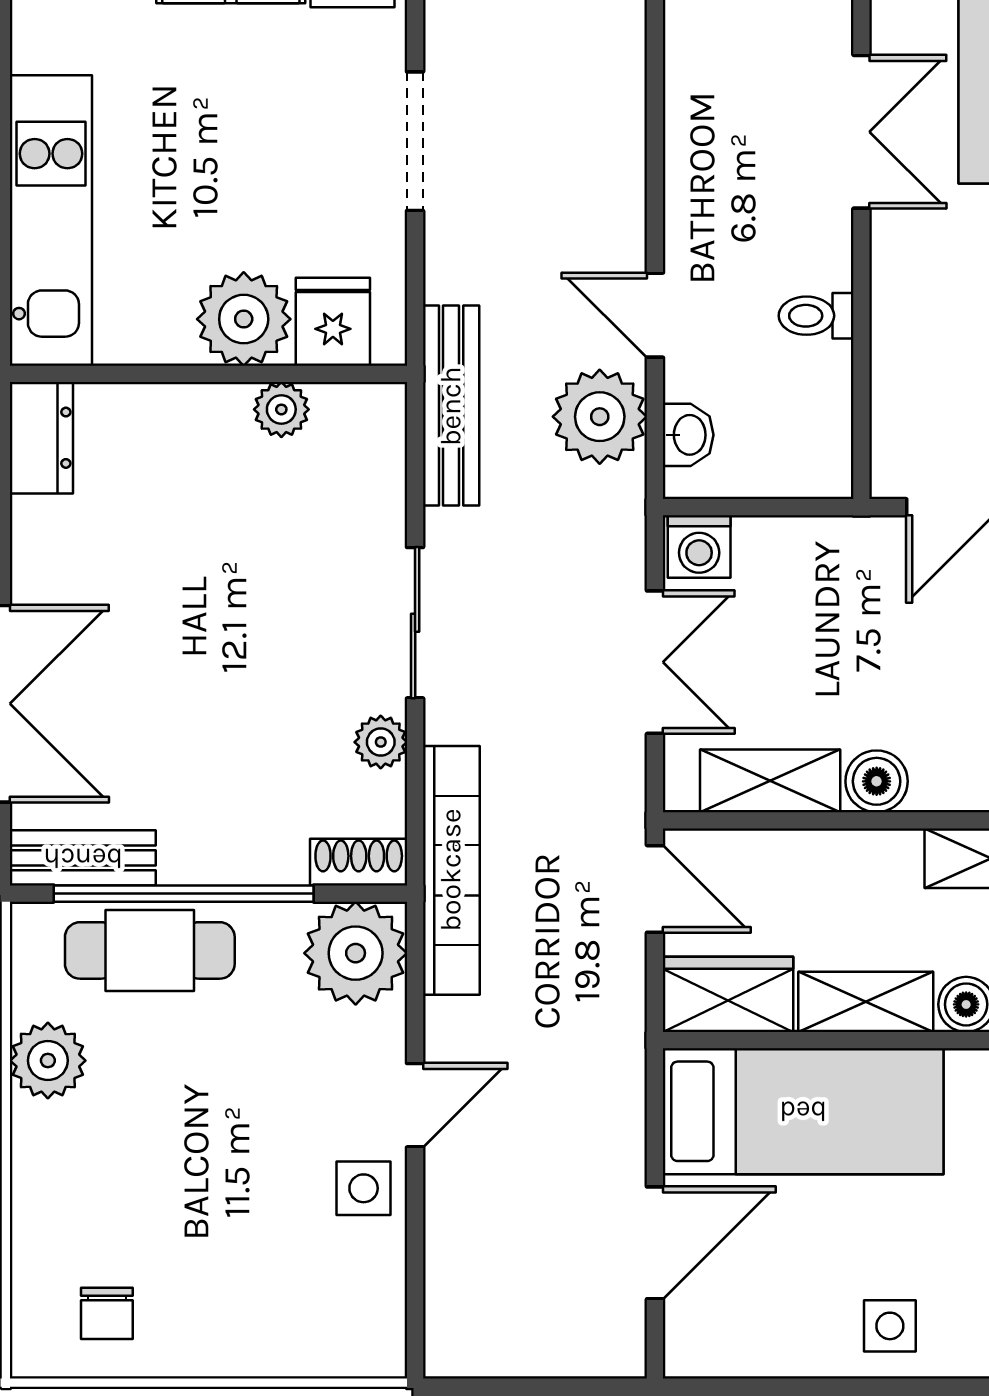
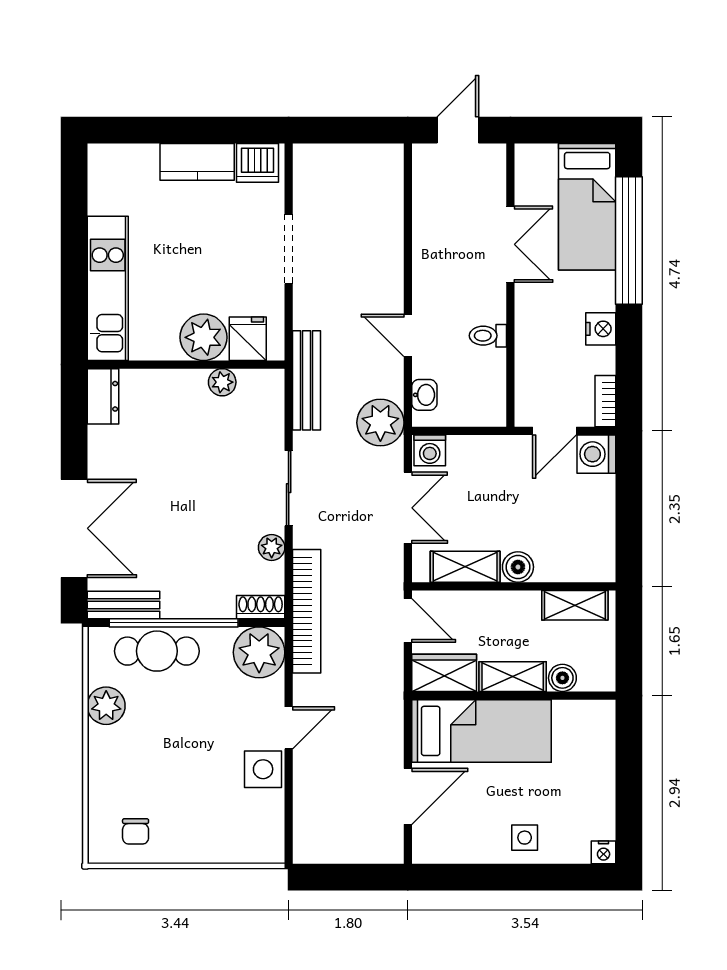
plant: (600, 417) -> (380, 423), moved
side table: (364, 1188) -> (263, 769), width x1.37, depth x1.37

